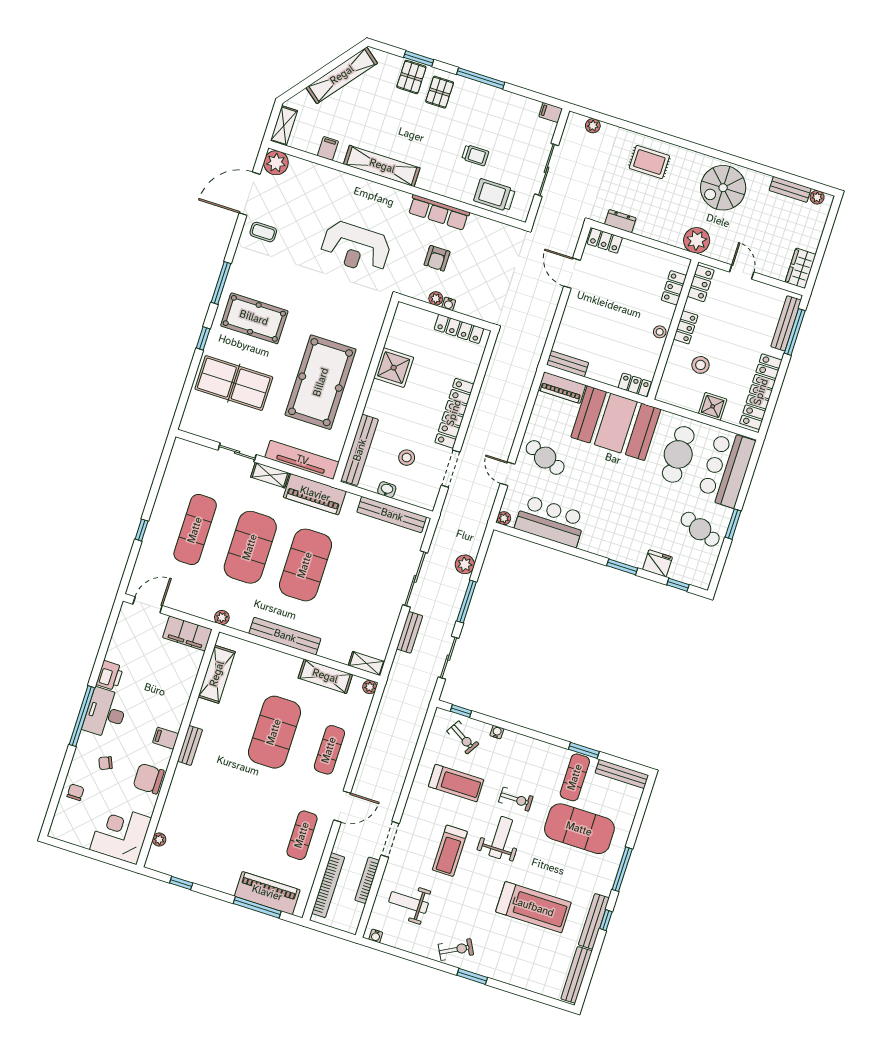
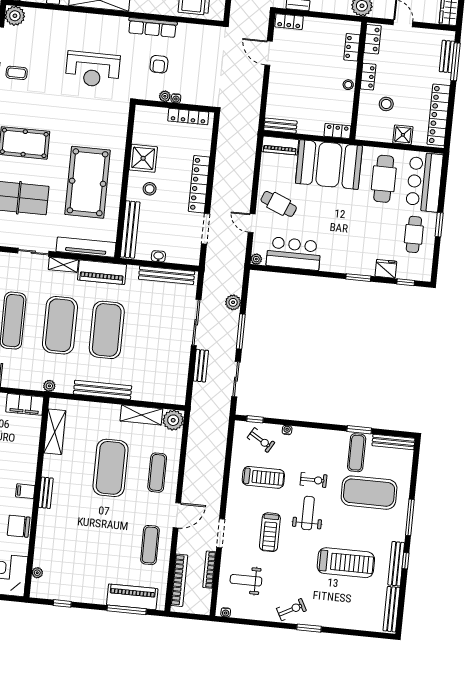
bench: (786, 323) -> (447, 56), width x0.73
stool: (407, 458) -> (150, 189), moved
cafe table: (700, 529) -> (414, 234), turned 68
shelving: (367, 664) -> (172, 398), removed
plant: (370, 687) -> (173, 420), width x1.87, depth x1.87

